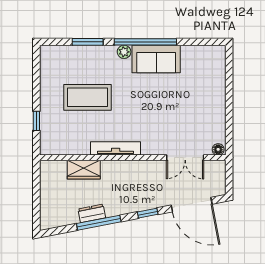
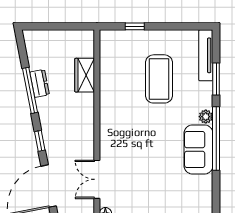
tv unit: (116, 148) -> (206, 55), moved, turned 180

